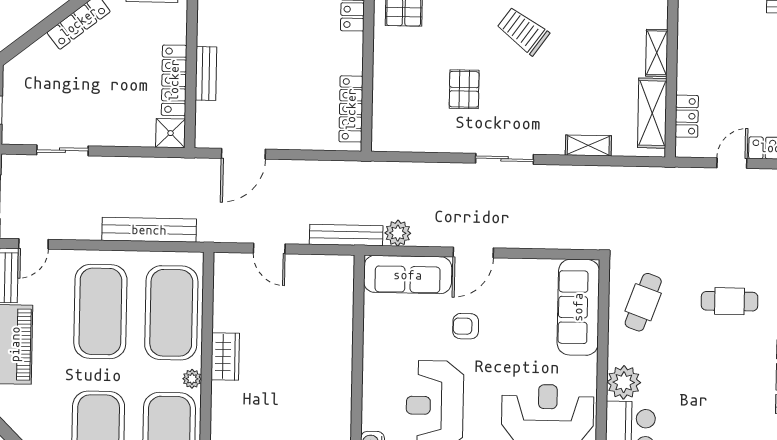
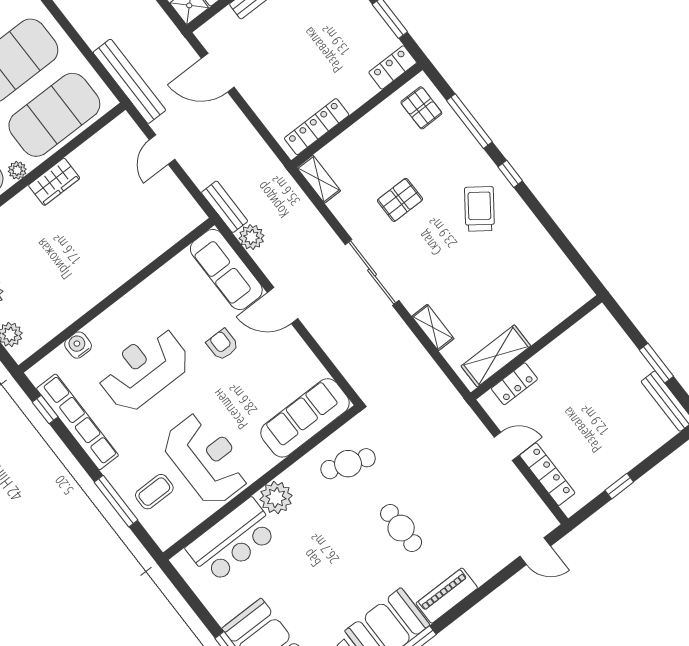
shelving: (657, 53) -> (319, 179), moved, turned 90
sliding door: (505, 159) -> (372, 272), width x1.37
bench: (149, 230) -> (129, 81), moved
bench: (346, 235) -> (225, 207), width x0.73

